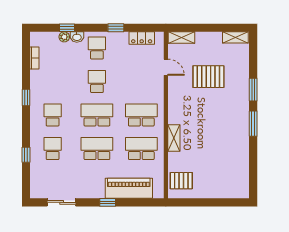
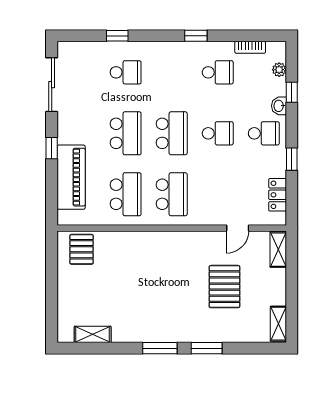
plant: (64, 37) -> (279, 70), moved
school desk: (53, 115) -> (218, 72), moved
shelving: (174, 138) -> (93, 334), moved
sliding door: (62, 202) -> (52, 85), width x1.37

